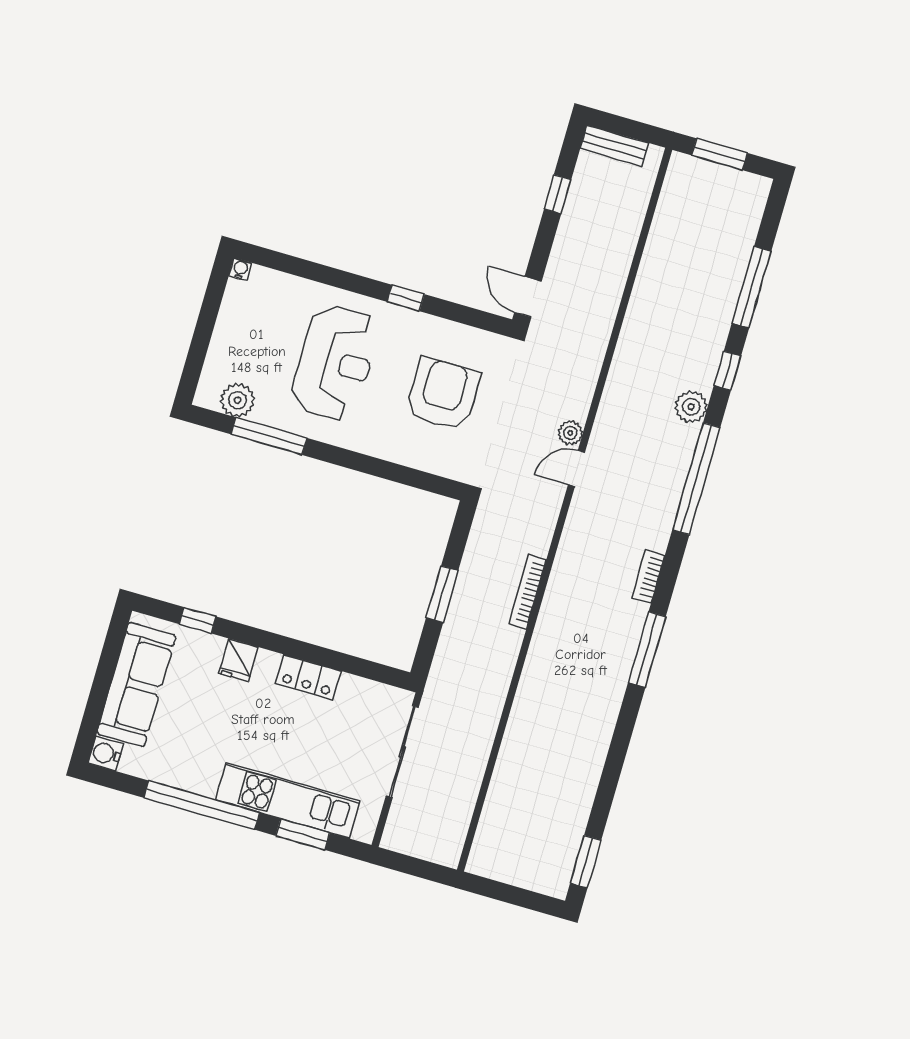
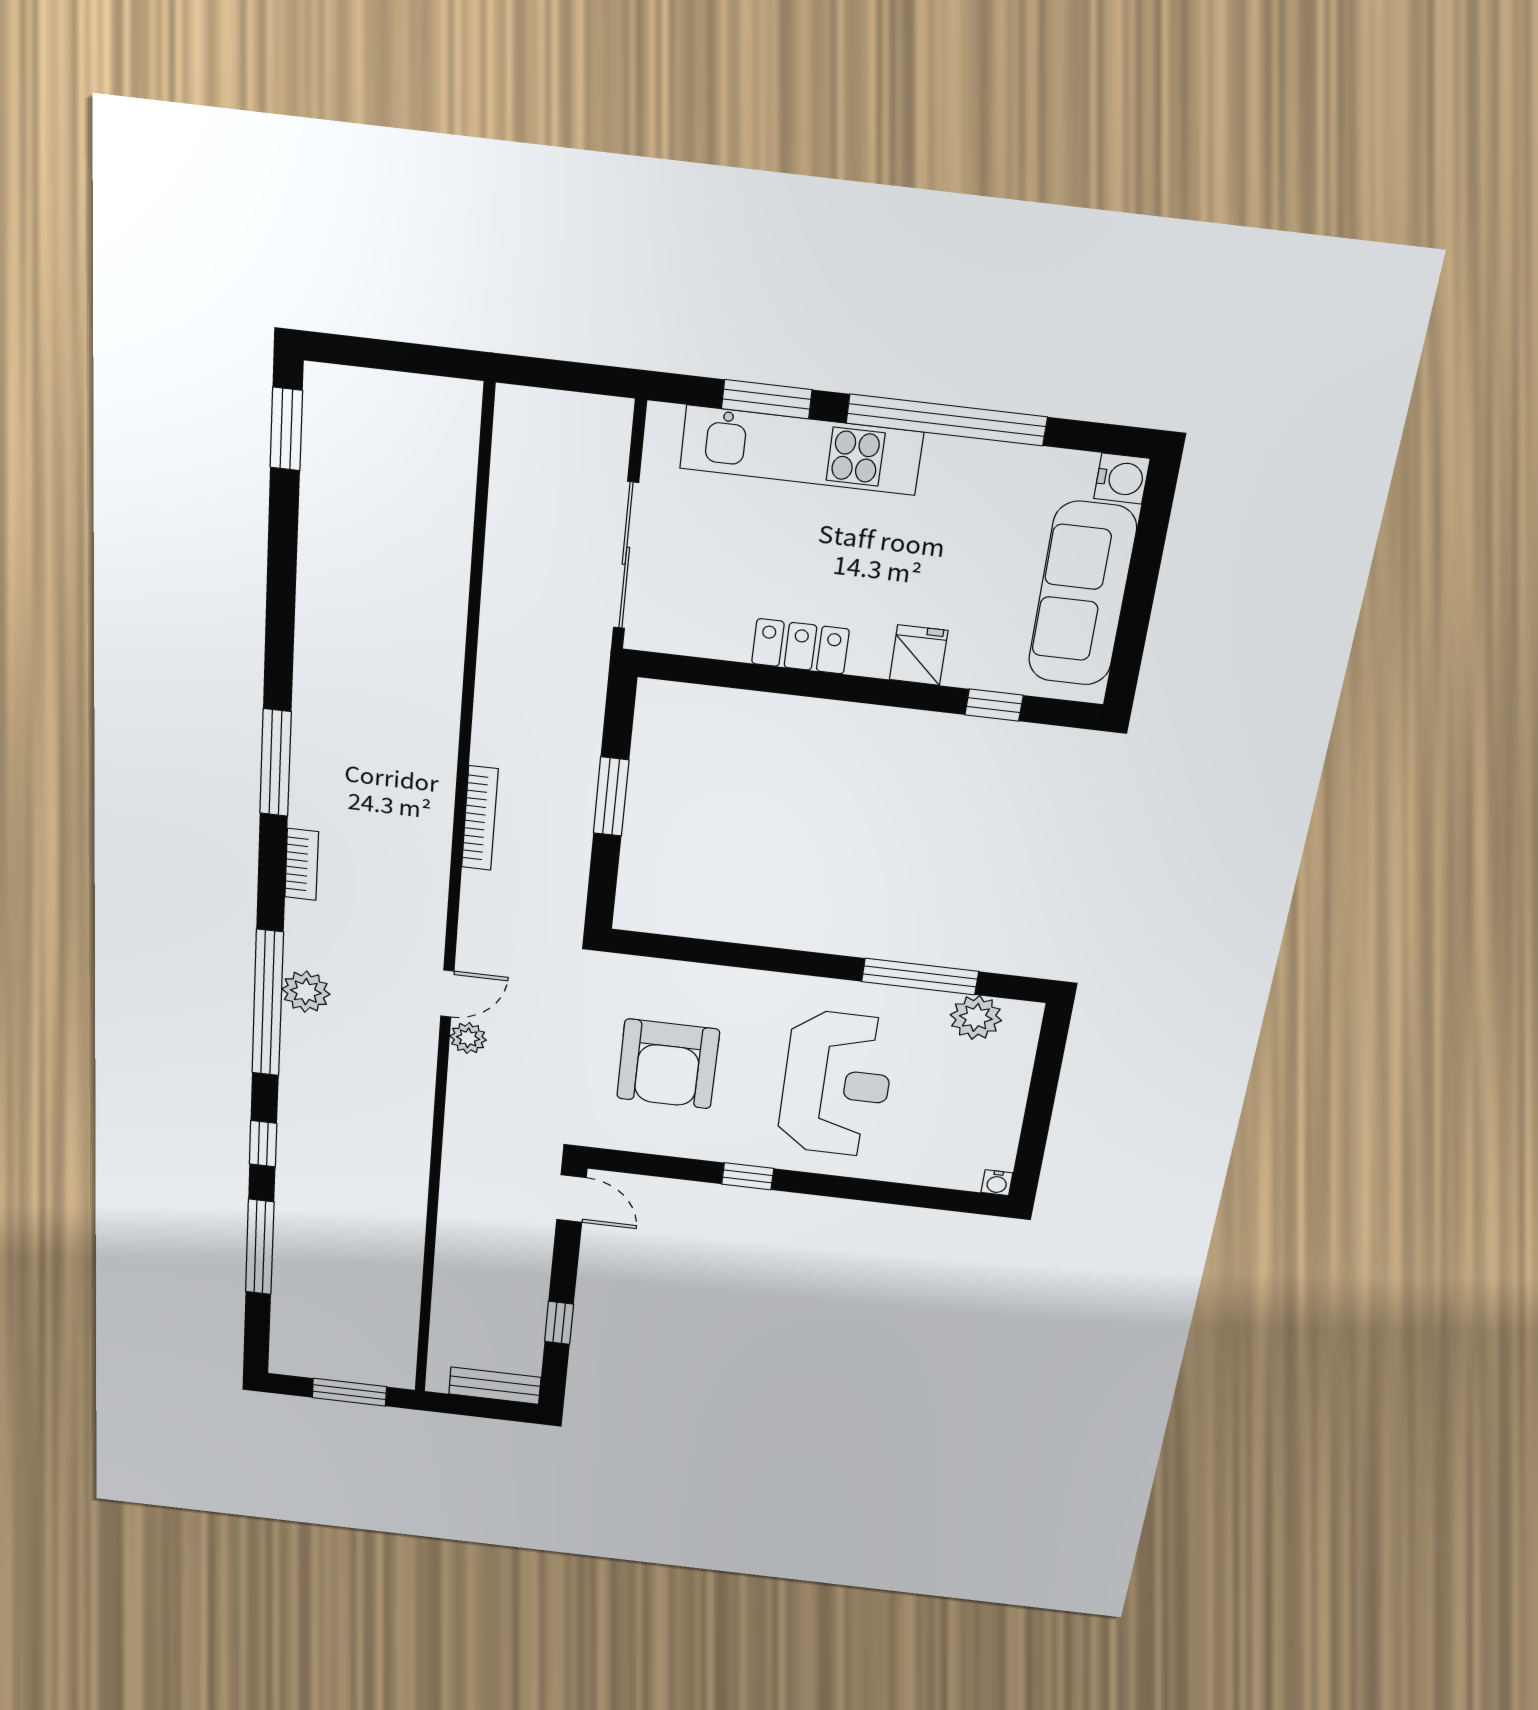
reception desk: (335, 363) -> (836, 1084), turned 180
plant: (691, 407) -> (306, 992), moved

